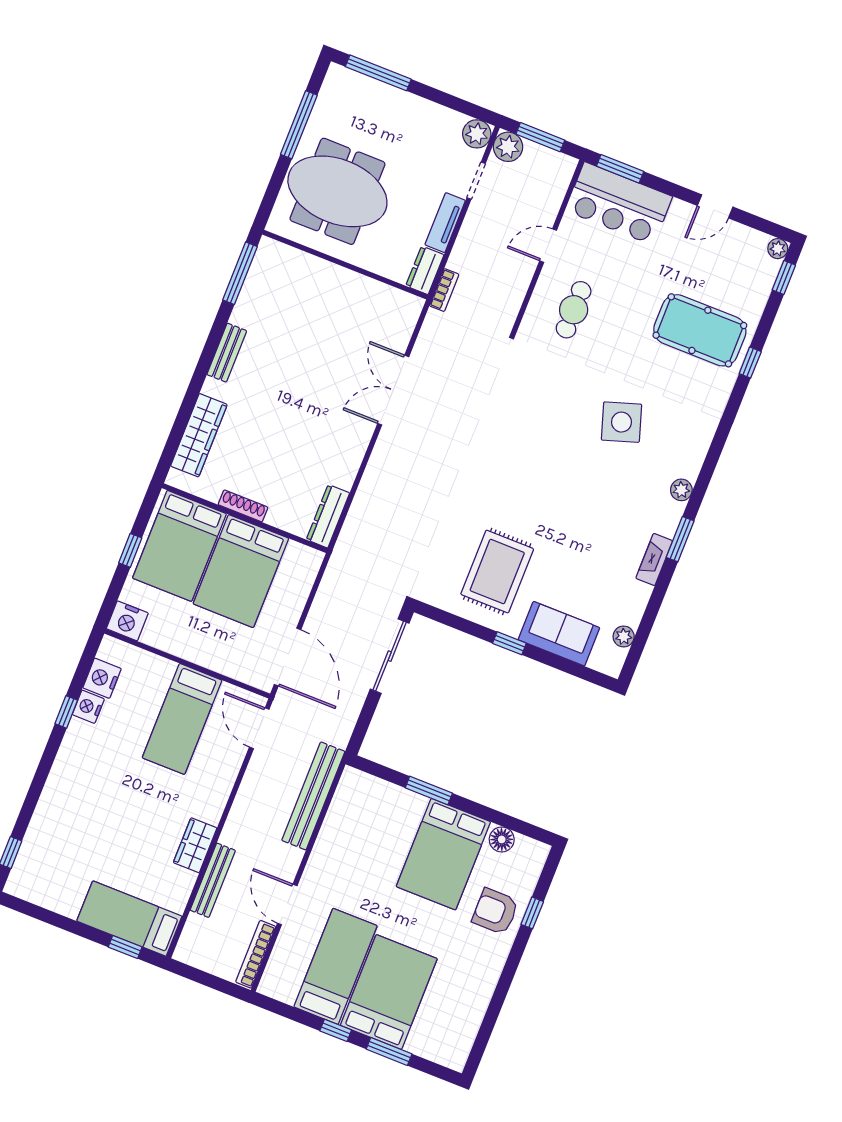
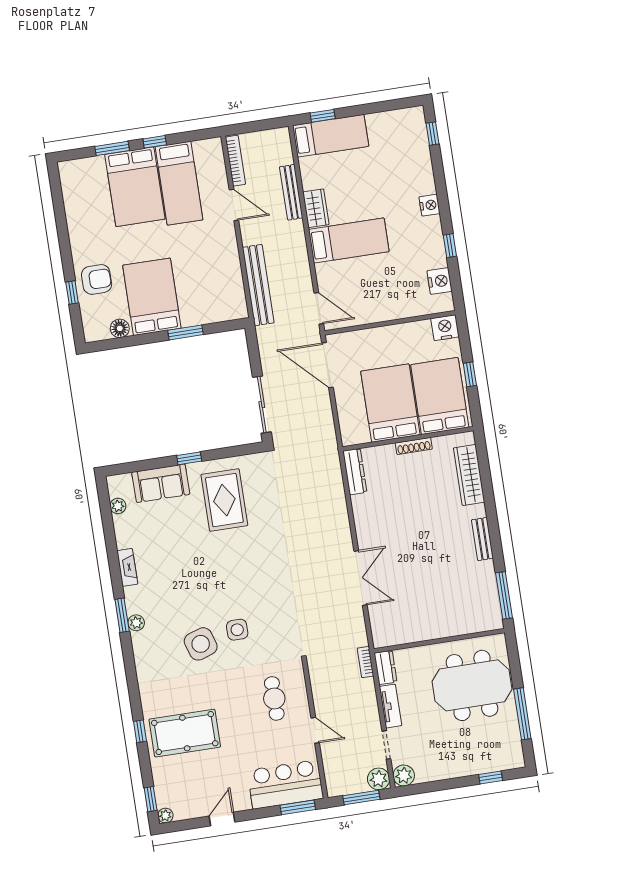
window: (378, 73) -> (491, 778), width x0.46
door: (548, 246) -> (315, 730), hinge flipped
side table: (570, 414) -> (237, 630), added
window: (680, 539) -> (122, 615), moved
nightstand: (88, 707) -> (430, 205), moved
bed: (182, 719) -> (349, 240), moved, turned 90

